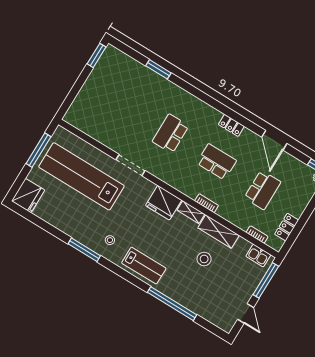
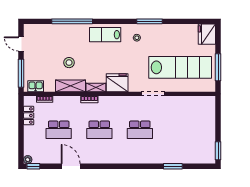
locker: (231, 125) -> (104, 159), removed
school desk: (171, 134) -> (140, 130), turned 90
school desk: (262, 190) -> (59, 130), turned -90

